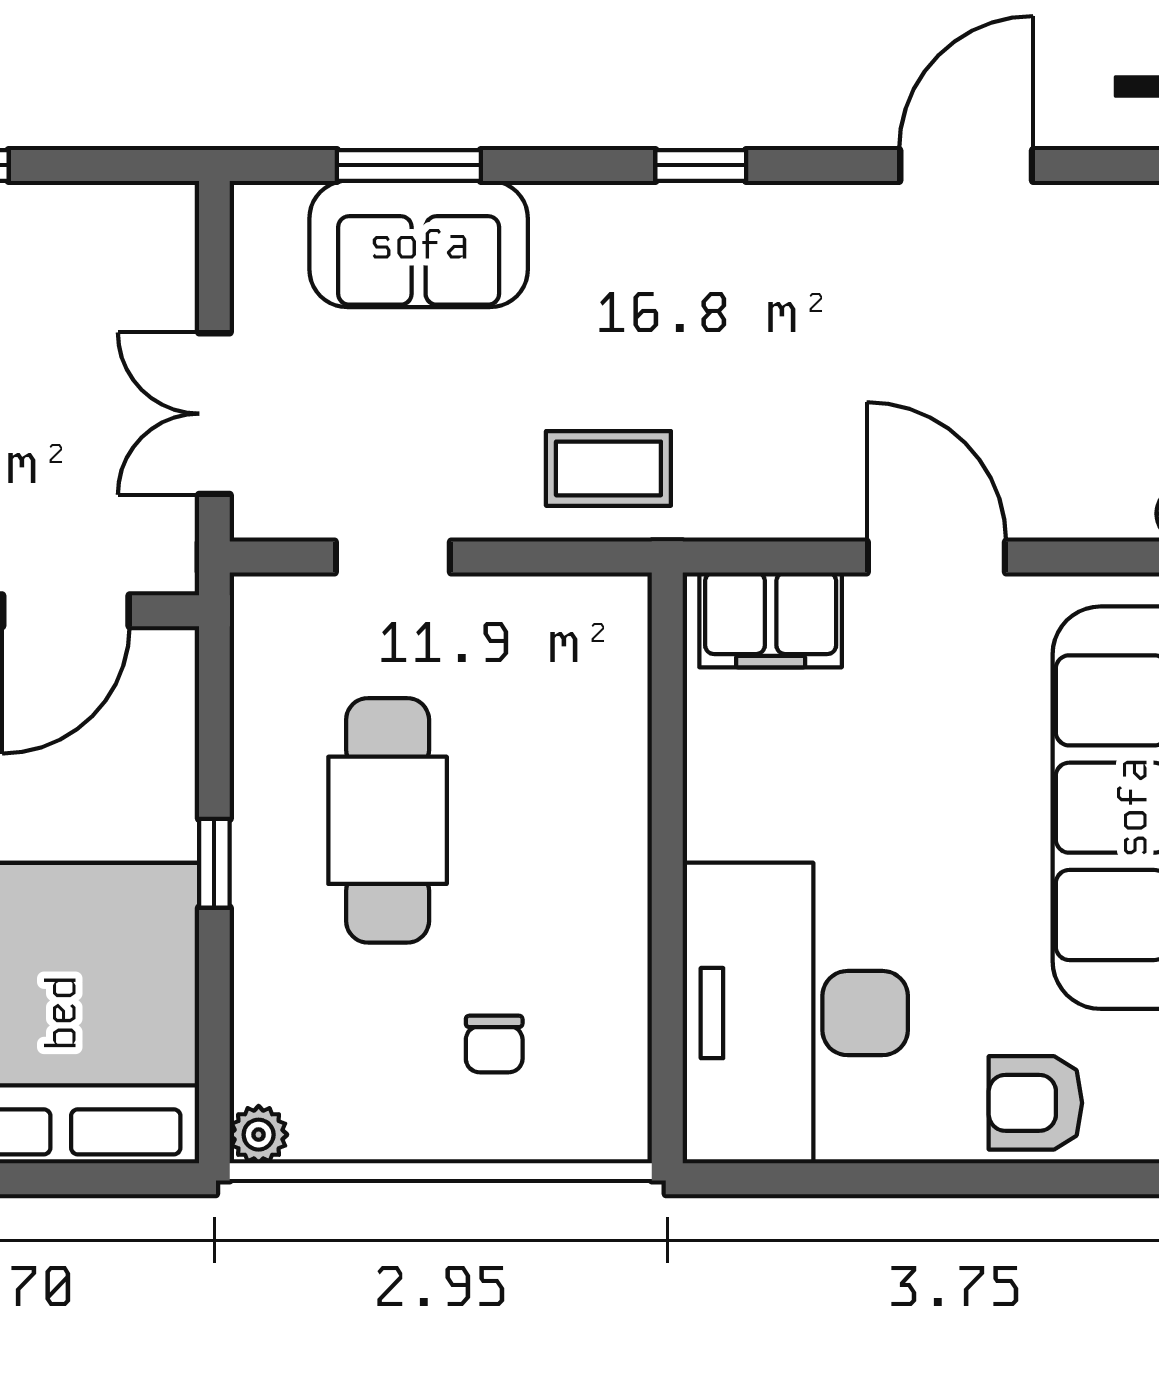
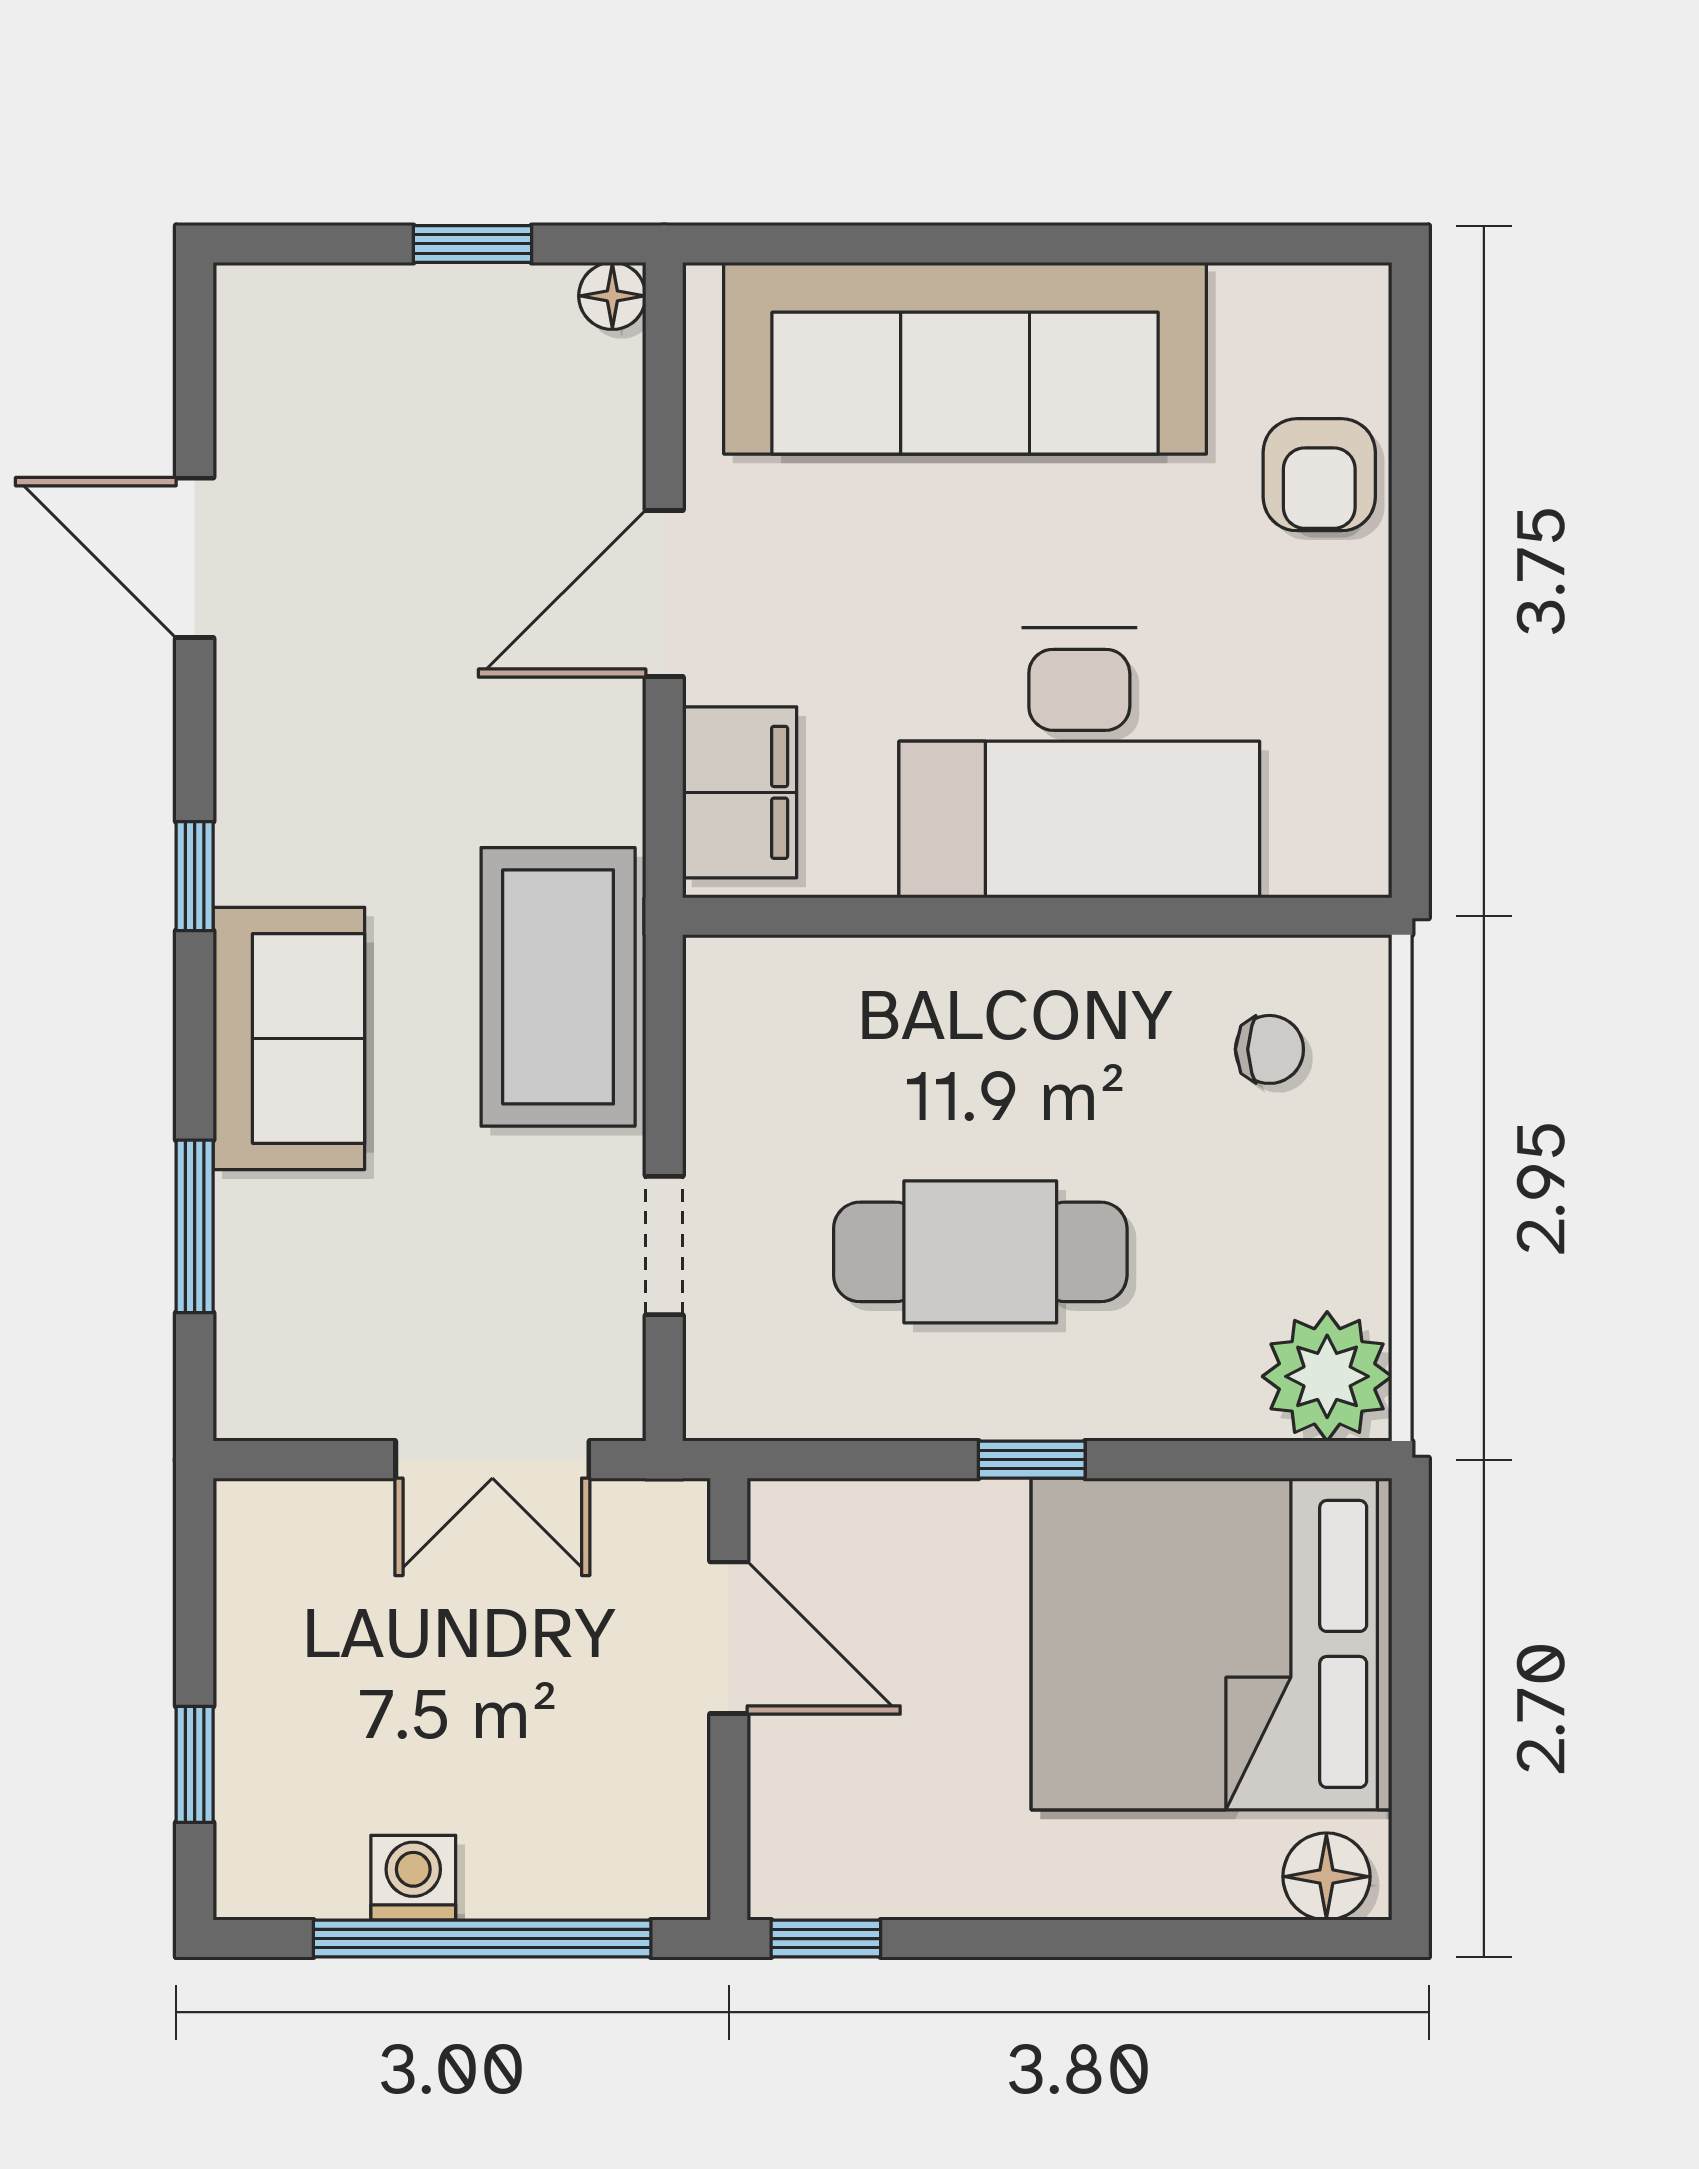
sofa: (419, 244) -> (289, 1038), moved
coffee table: (608, 468) -> (558, 987), width x1.86, depth x1.72
desk: (795, 1013) -> (1079, 763), moved
chair: (494, 1044) -> (1269, 1049), moved
plant: (259, 1135) -> (1327, 1376), width x1.88, depth x1.88

